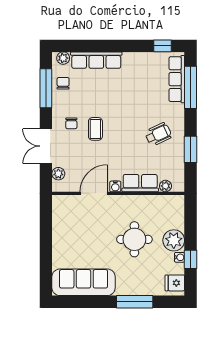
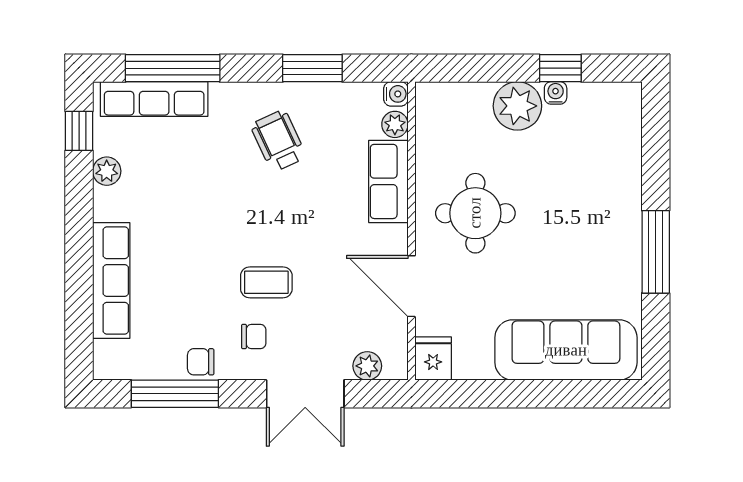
plant: (63, 58) -> (107, 171), moved
chair: (63, 83) -> (201, 362), moved
water cooler: (115, 186) -> (396, 94), moved
round table: (134, 239) -> (475, 213), moved
sofa: (84, 282) -> (566, 350), moved, turned 90
fridge: (175, 283) -> (433, 359), moved, turned 180
window: (135, 302) -> (656, 252), moved

